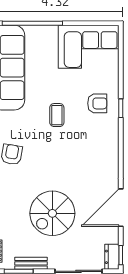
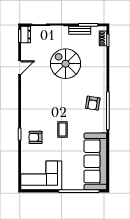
door: (121, 208) -> (20, 68), width x0.53
spiral stairs: (52, 213) -> (66, 64), turned -90

